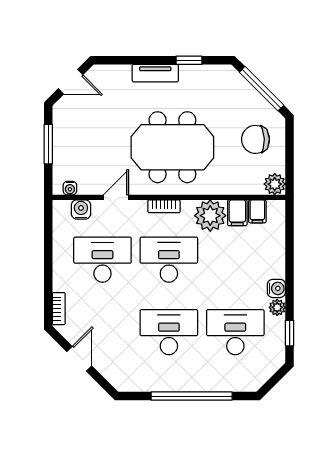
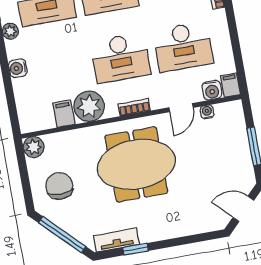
tv unit: (155, 73) -> (116, 240), moved
chair: (255, 139) -> (59, 186), turned -88
water cooler: (70, 188) -> (207, 112), moved
filing cabinet: (257, 211) -> (230, 85), moved
water cooler: (276, 288) -> (18, 68), moved

